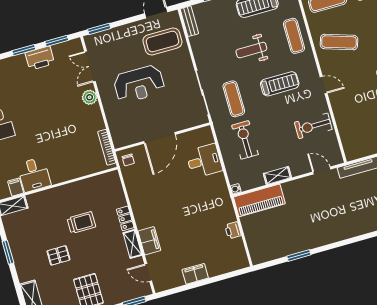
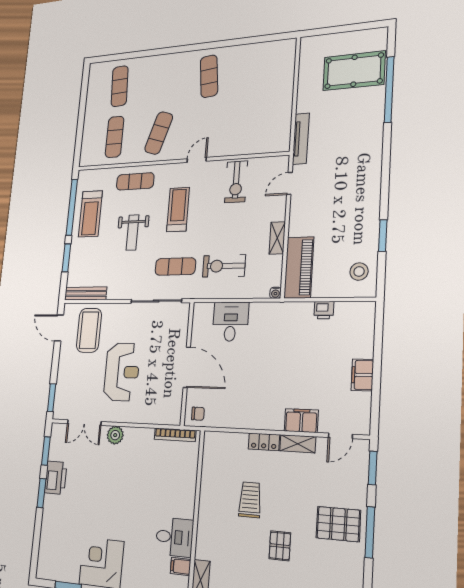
bench: (189, 21) -> (86, 293), width x1.36
stool: (268, 247) -> (359, 272), added

